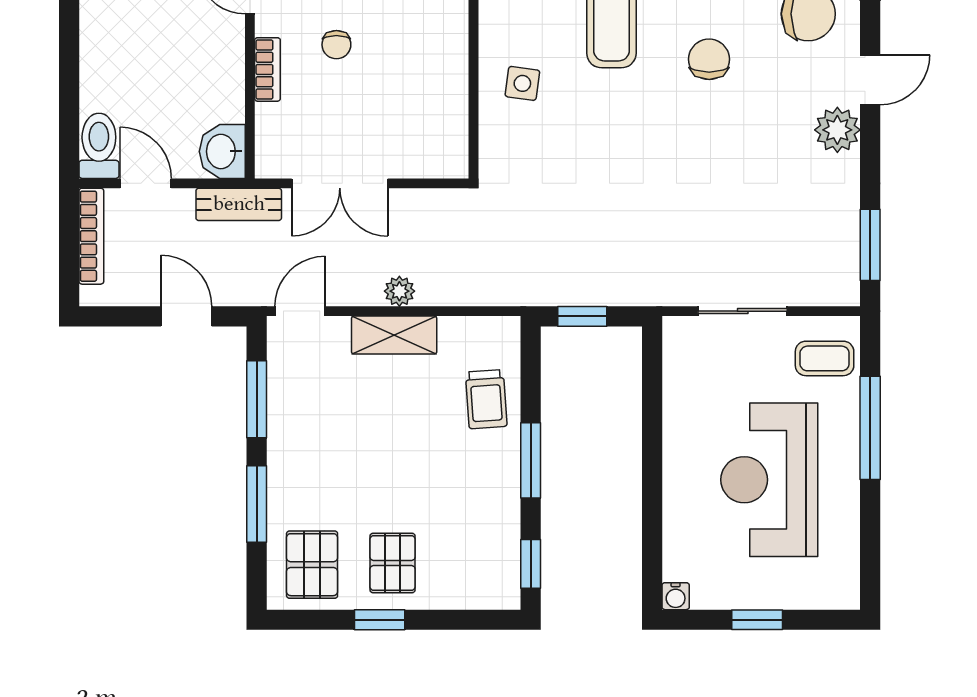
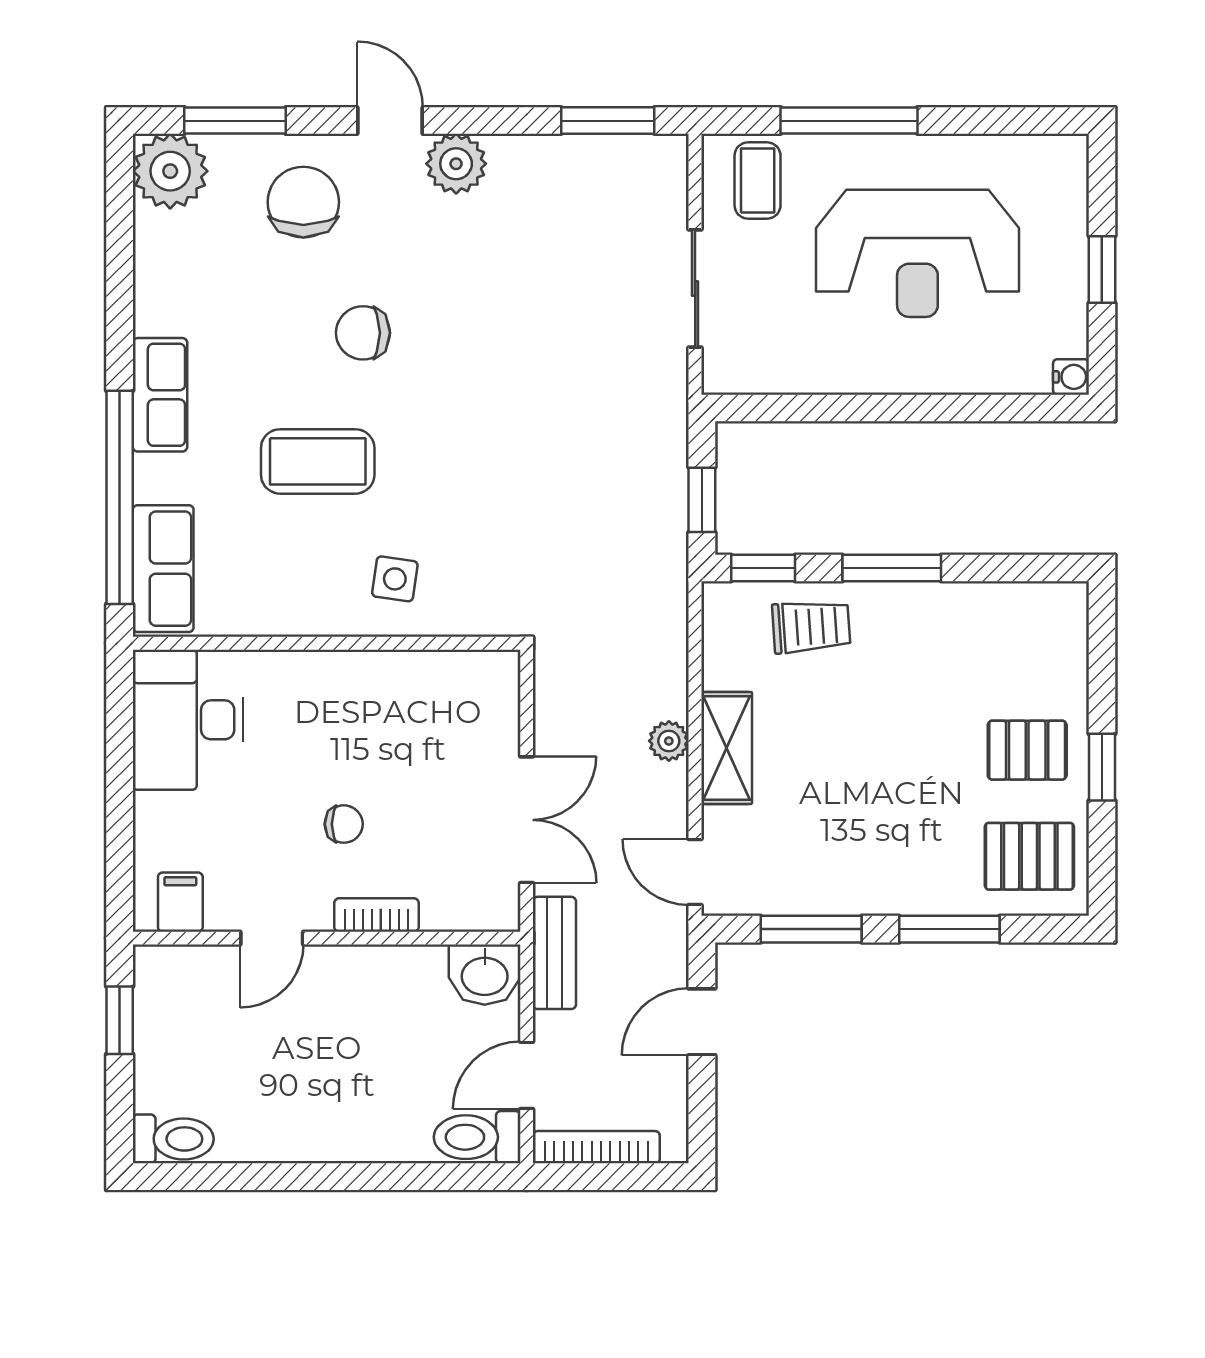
window: (531, 564) -> (763, 568), moved

